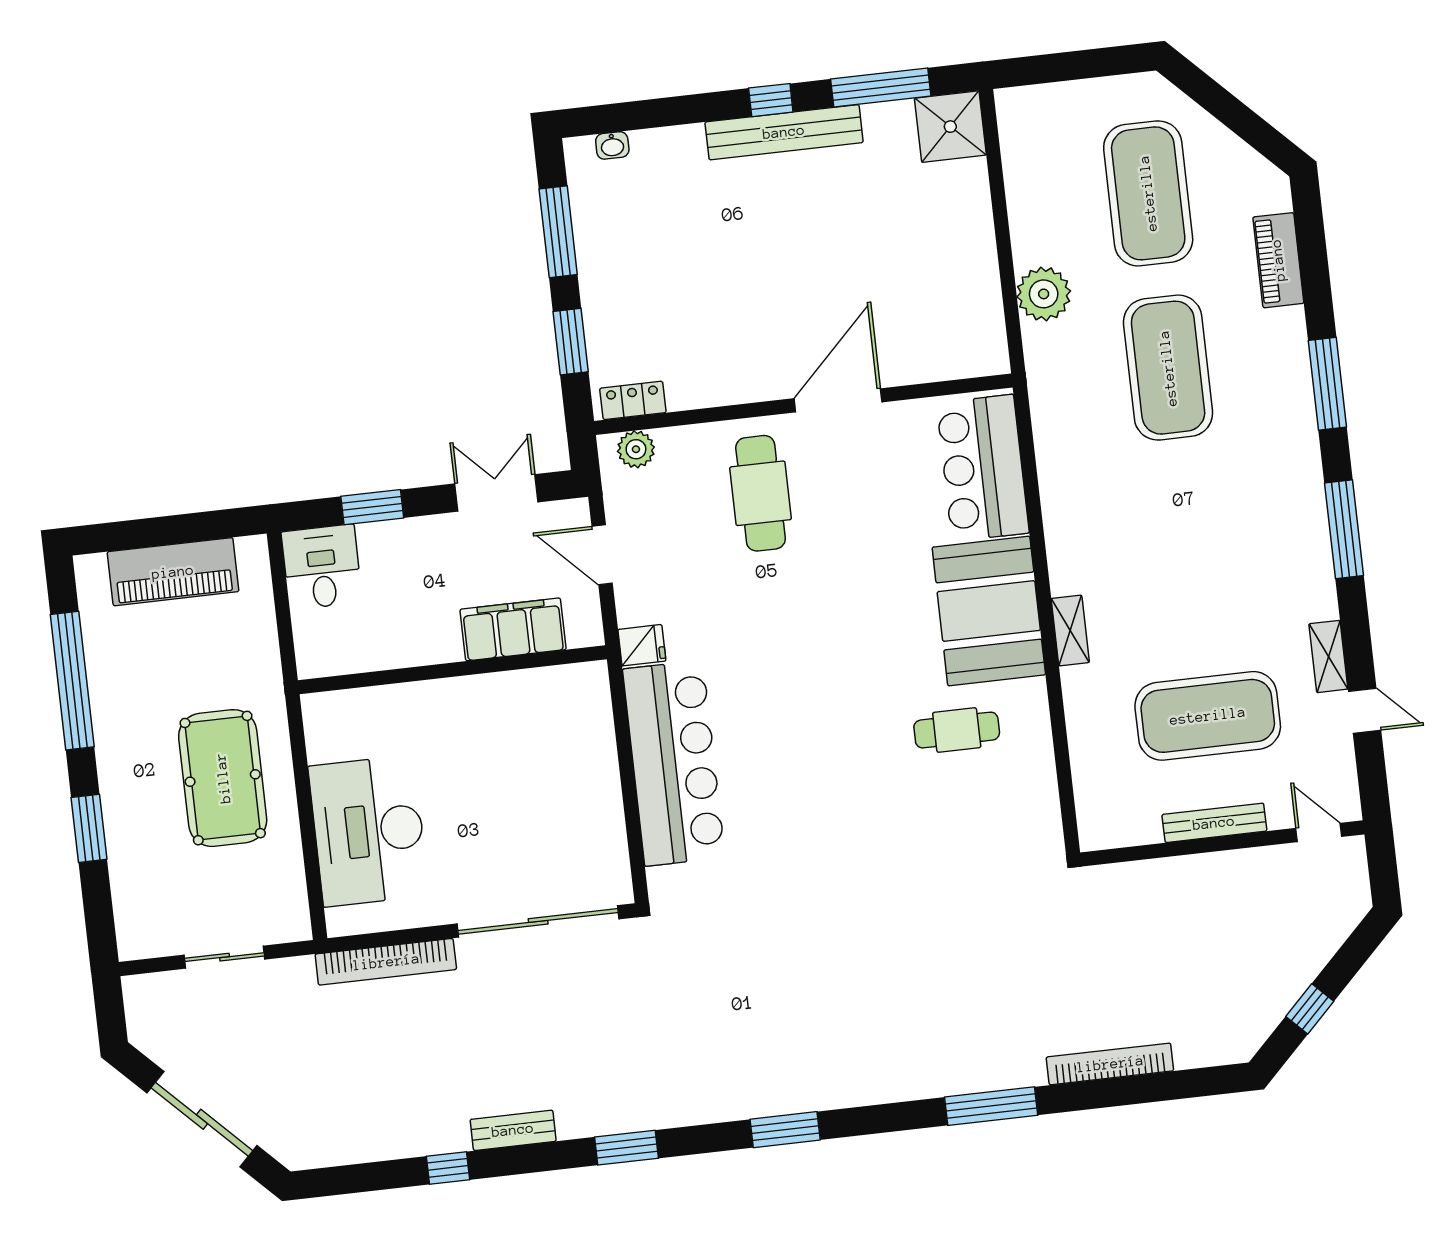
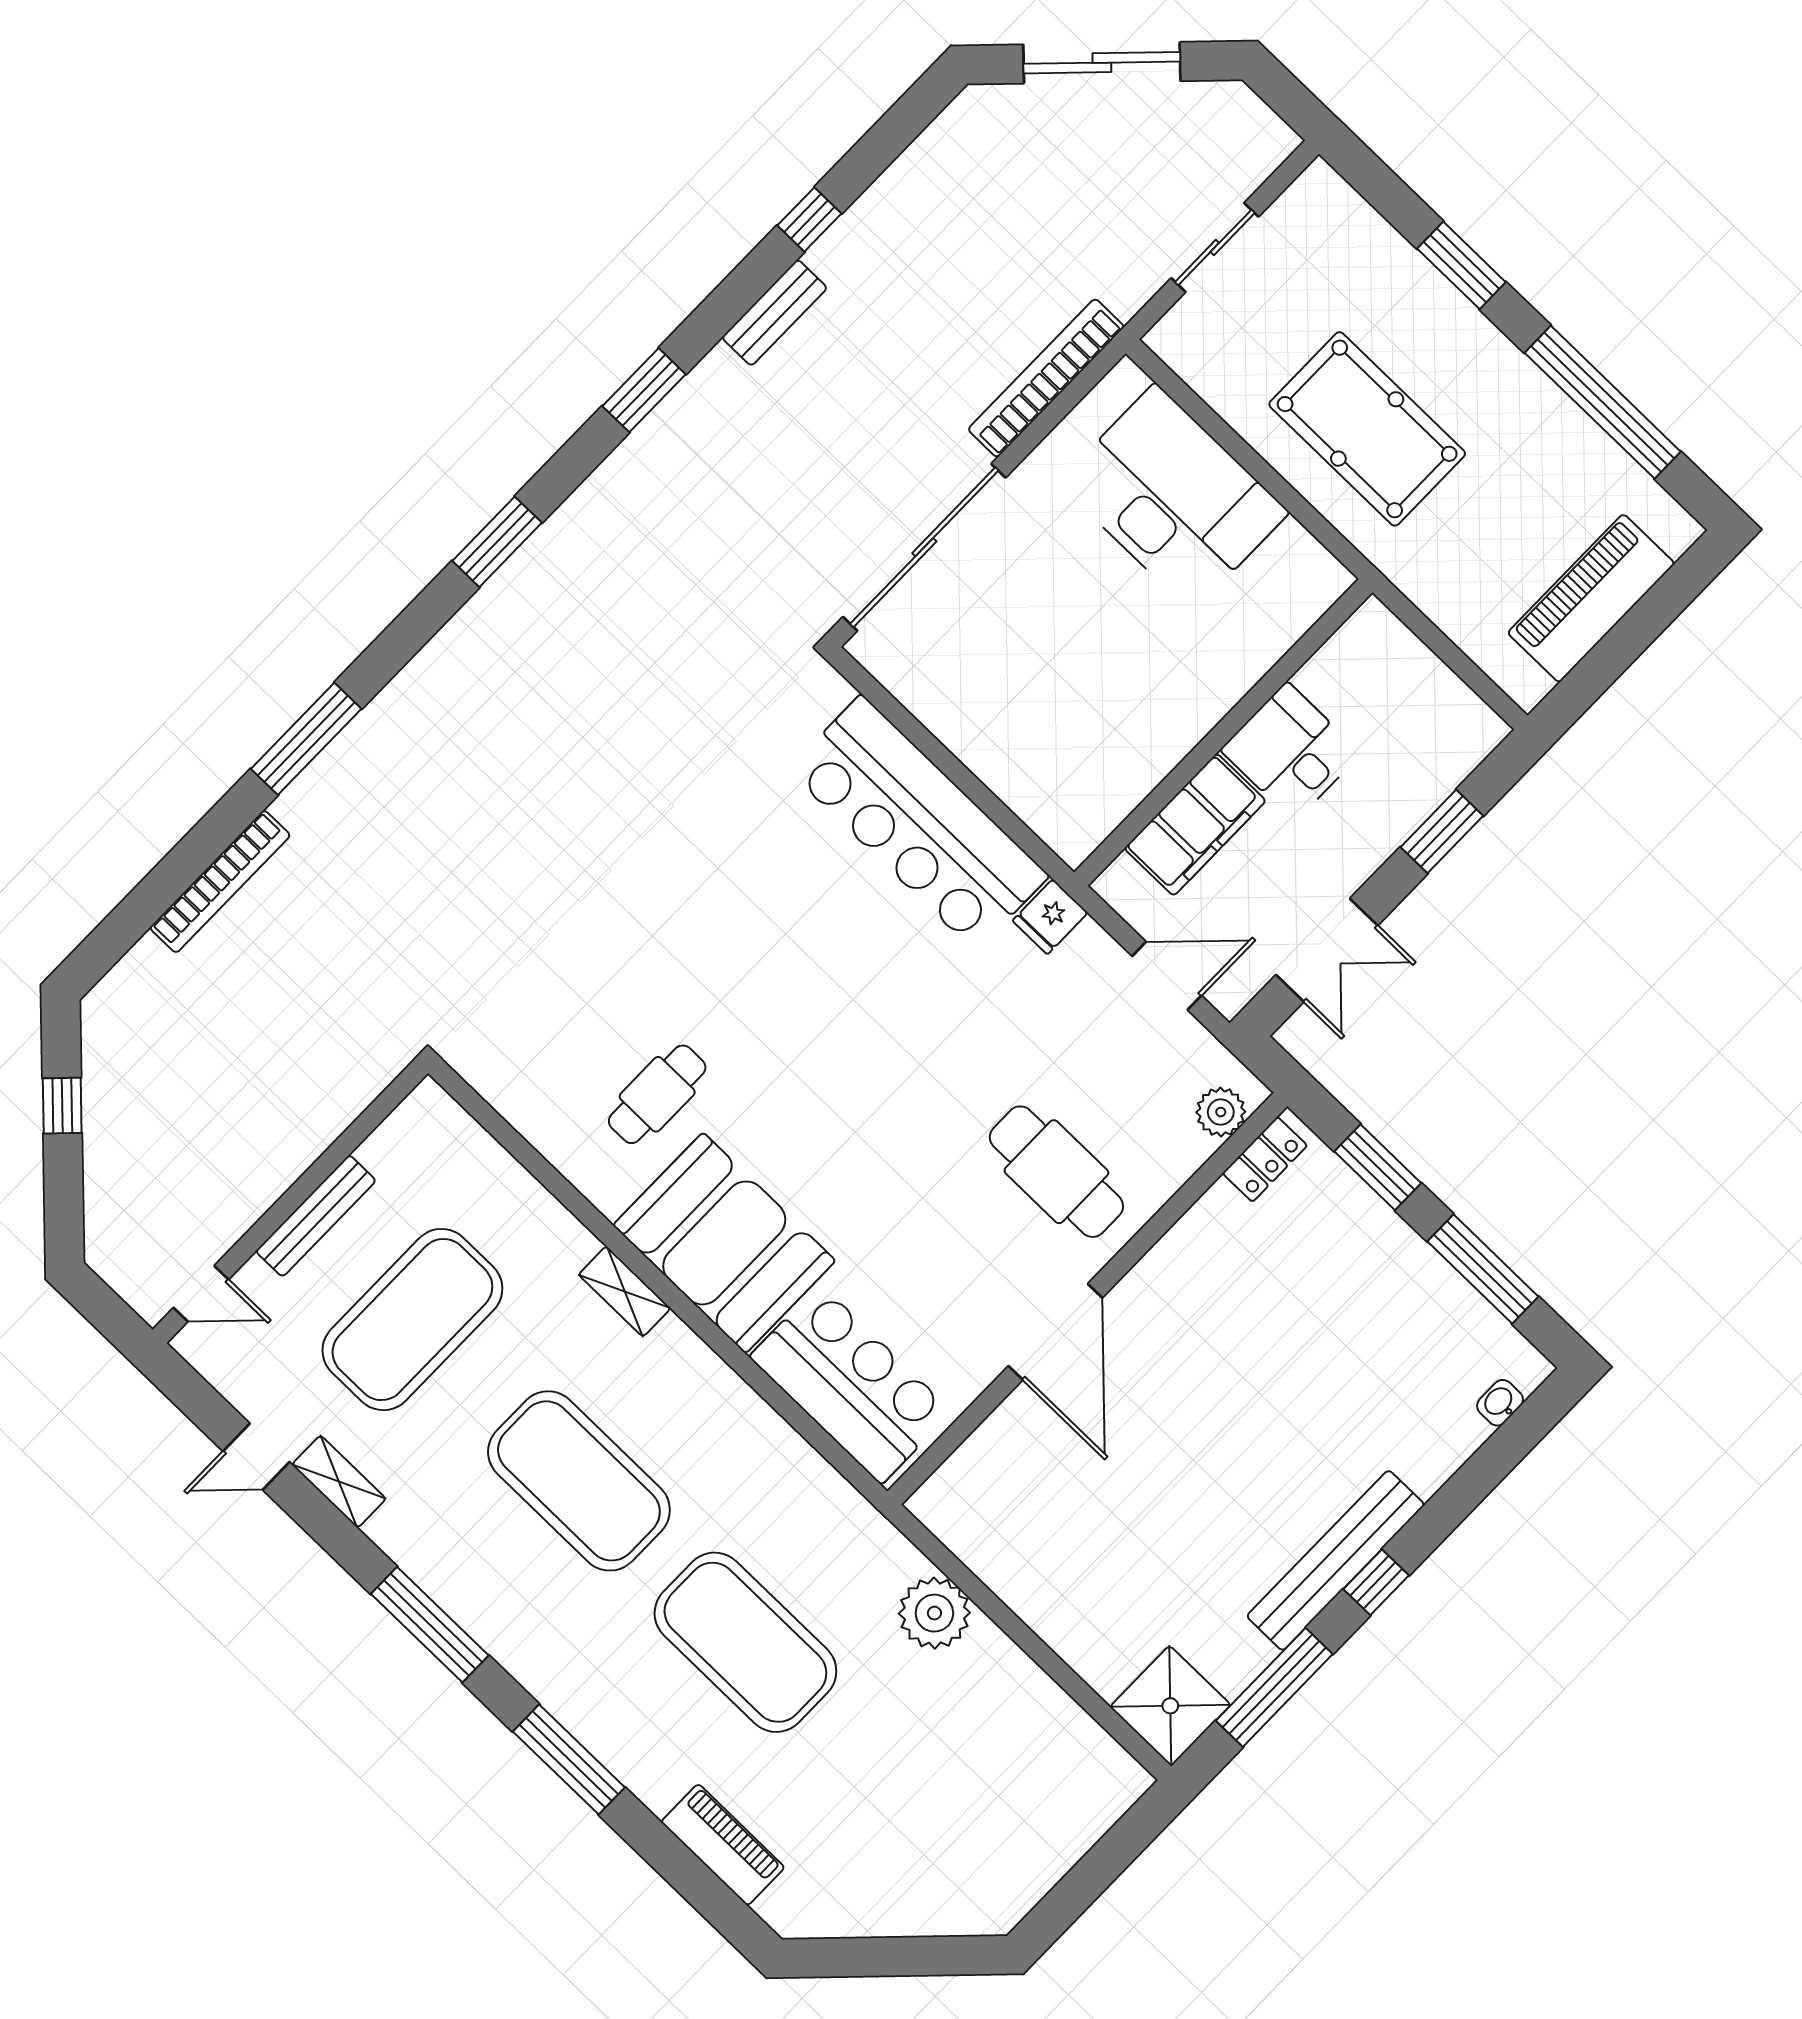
exercise mat: (1148, 193) -> (579, 1481), moved
desk: (322, 567) -> (1291, 752), moved, turned 180

